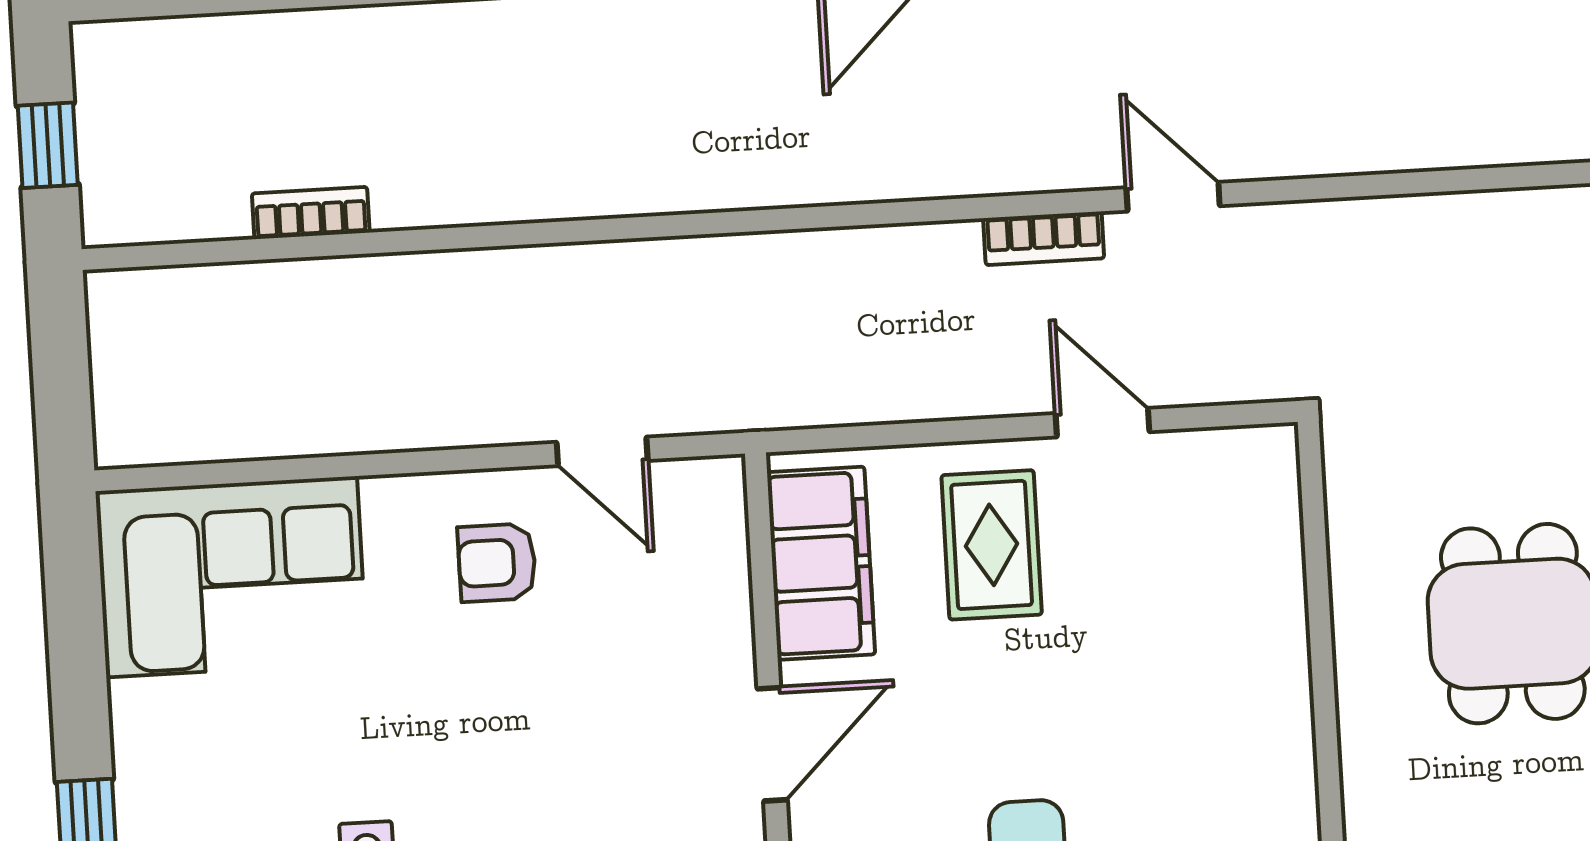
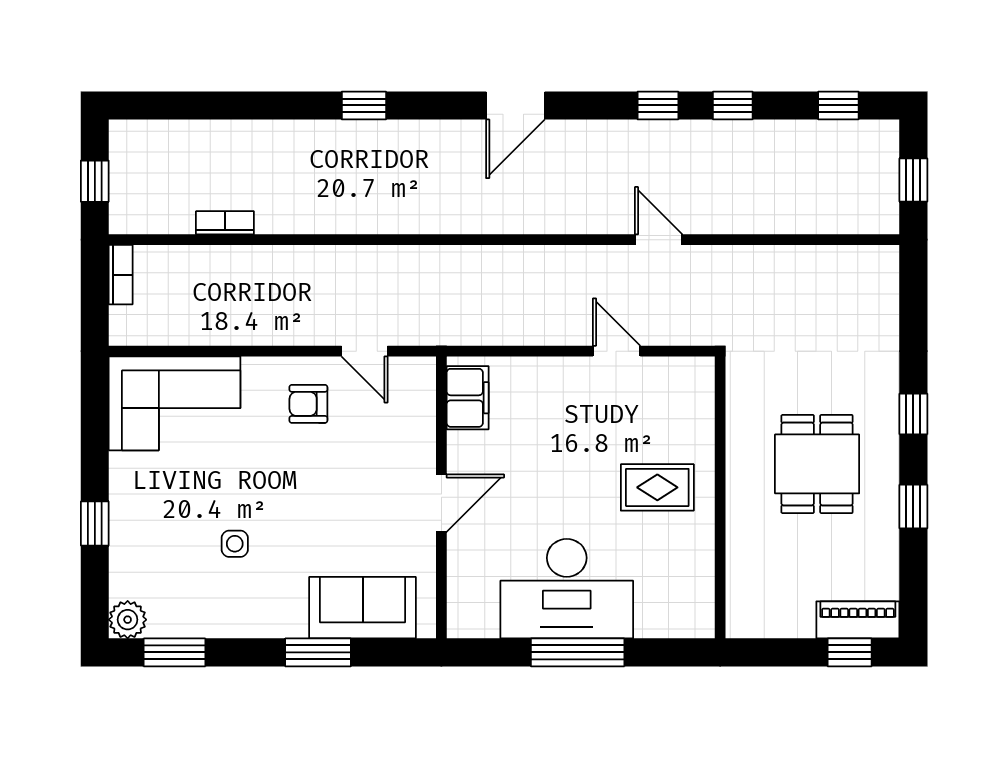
bookcase: (1044, 238) -> (121, 275), moved, turned -90
rug: (992, 545) -> (657, 487), moved, turned 90
filing cabinet: (821, 563) -> (468, 398), width x0.67, depth x0.86

